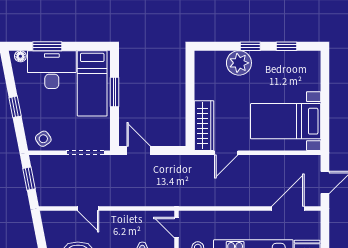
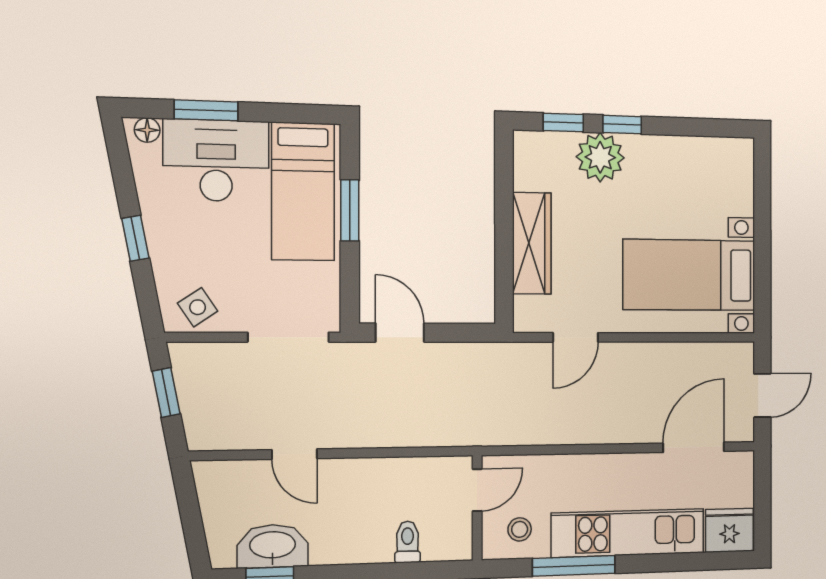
window: (286, 46) -> (563, 123), moved
wardrobe: (204, 126) -> (532, 243), moved
door: (177, 228) -> (477, 490), swing flipped

